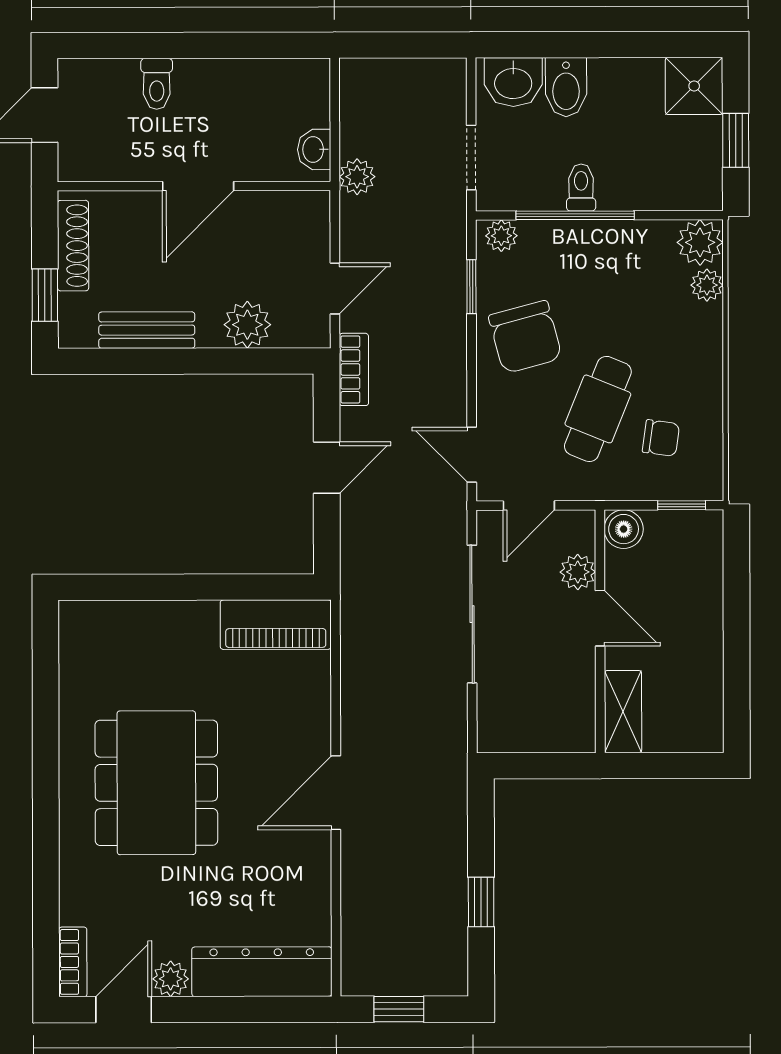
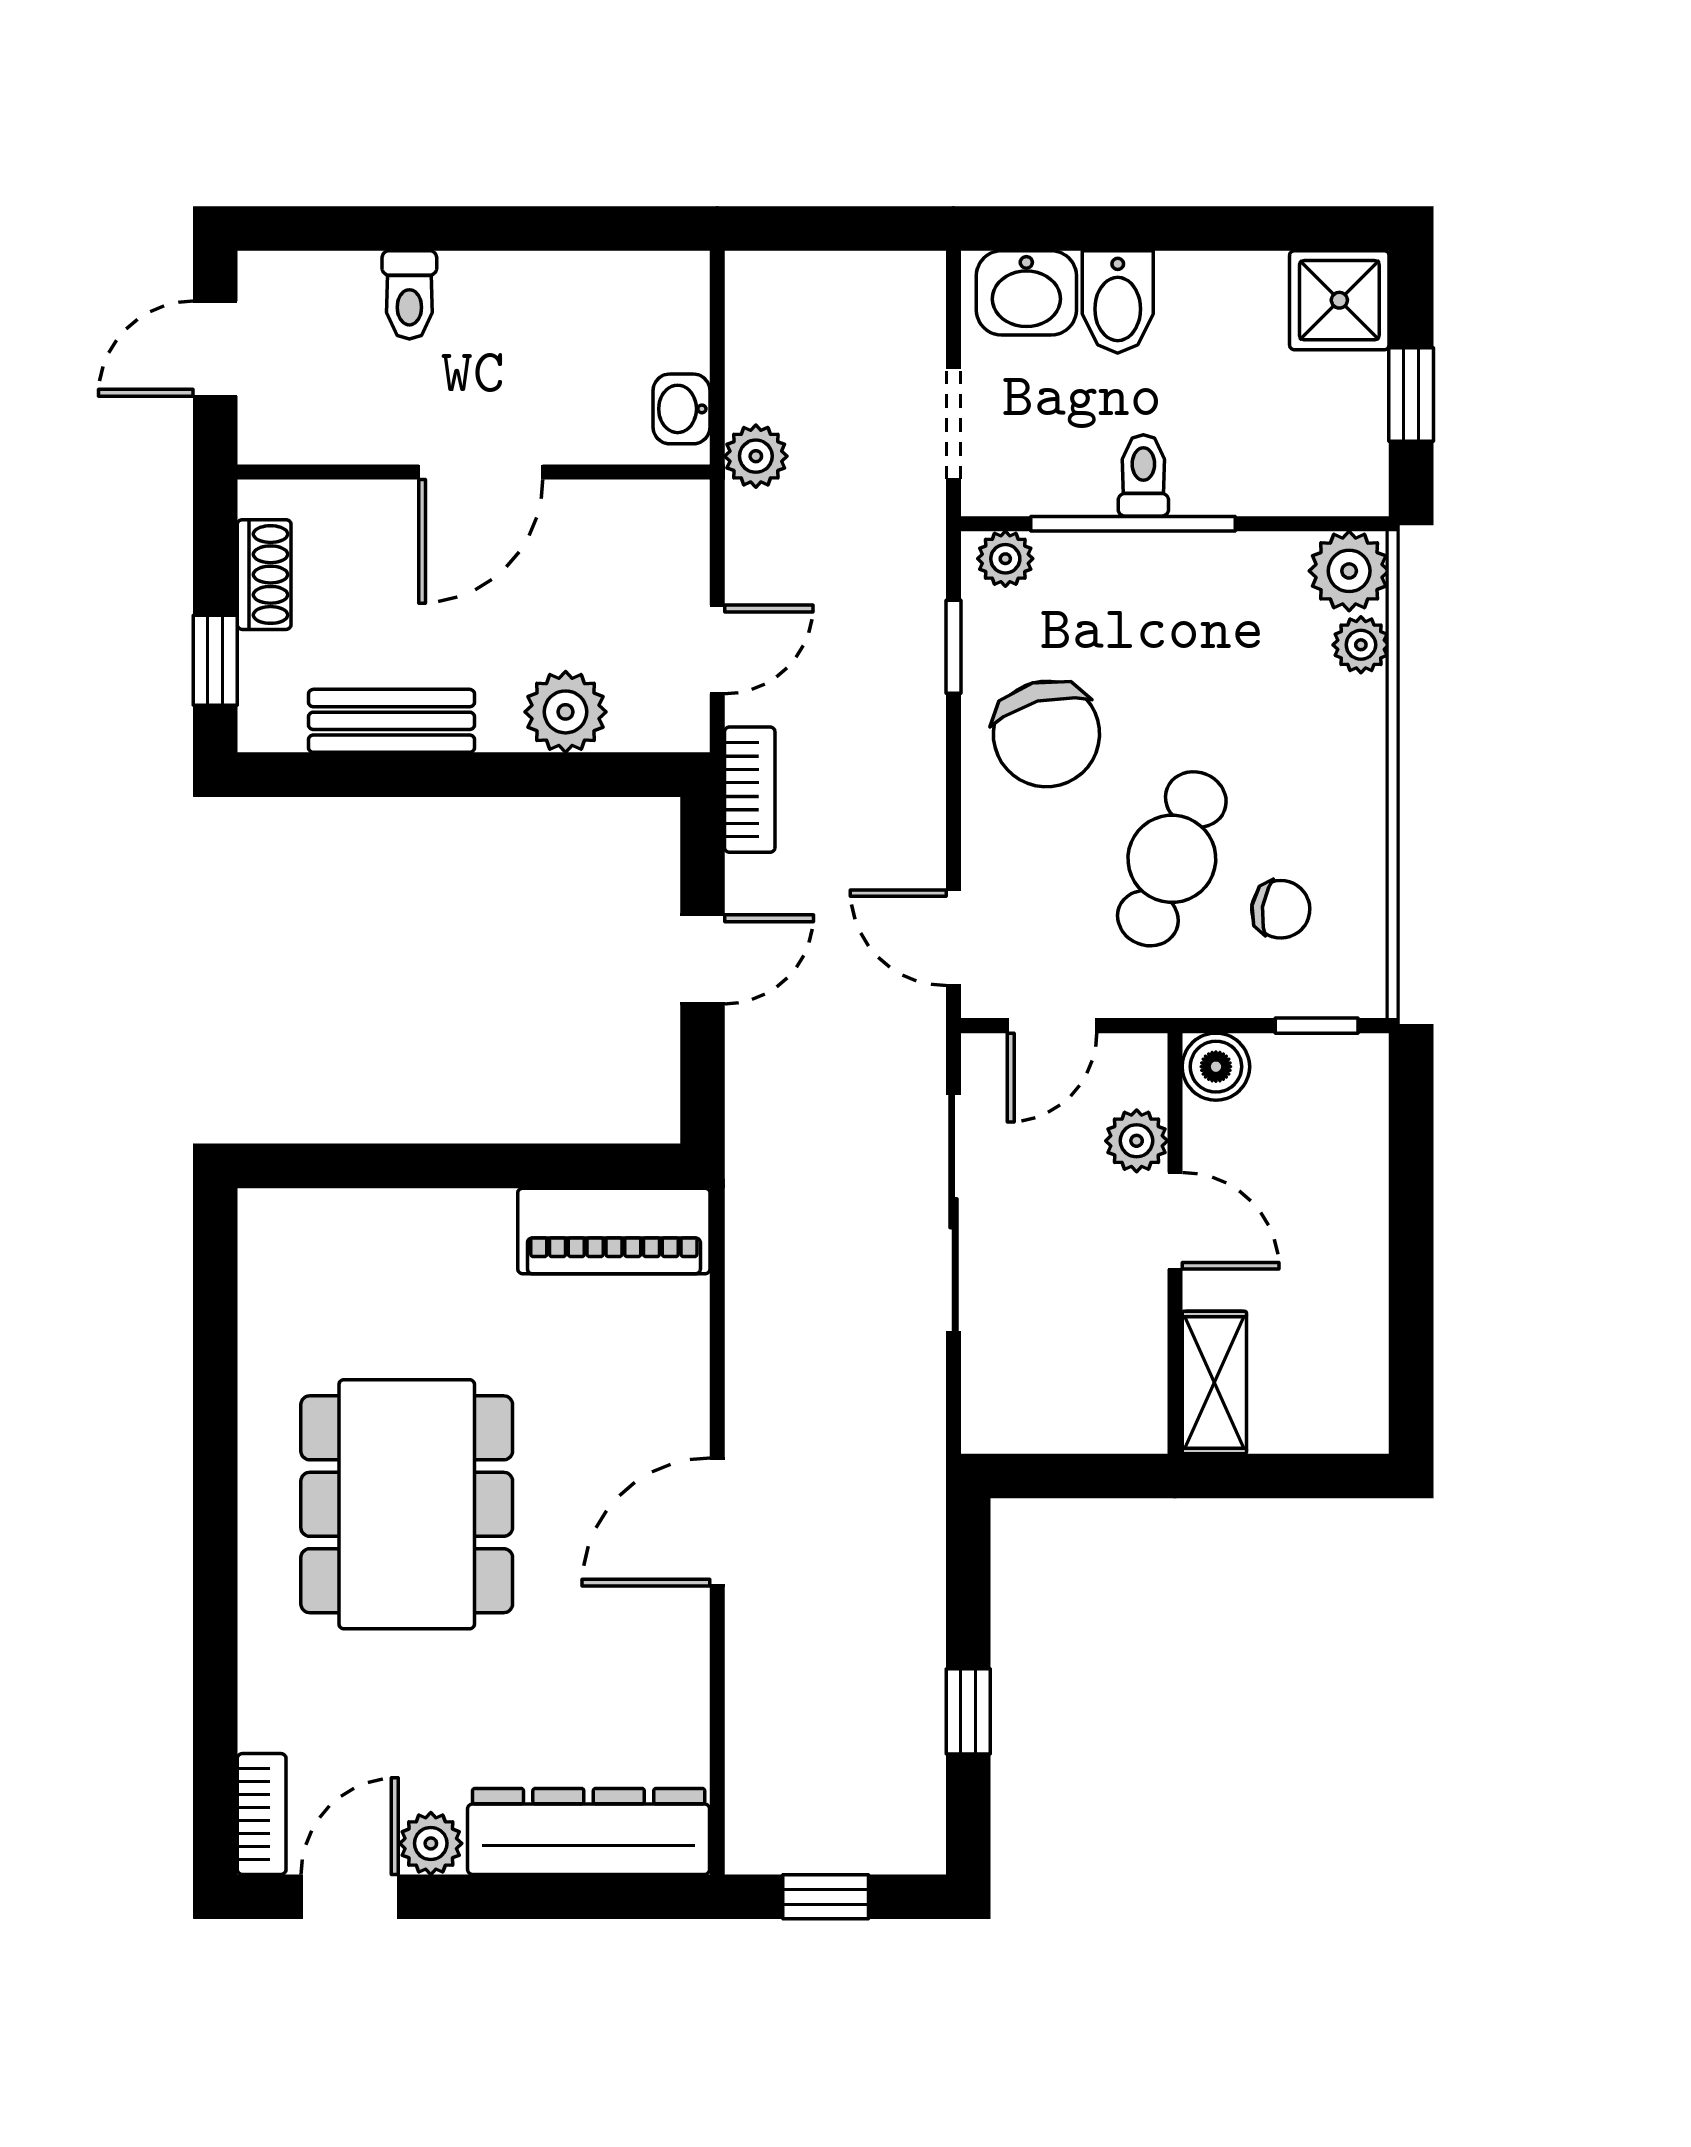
shoe rack: (73, 246) -> (264, 575), width x0.70

